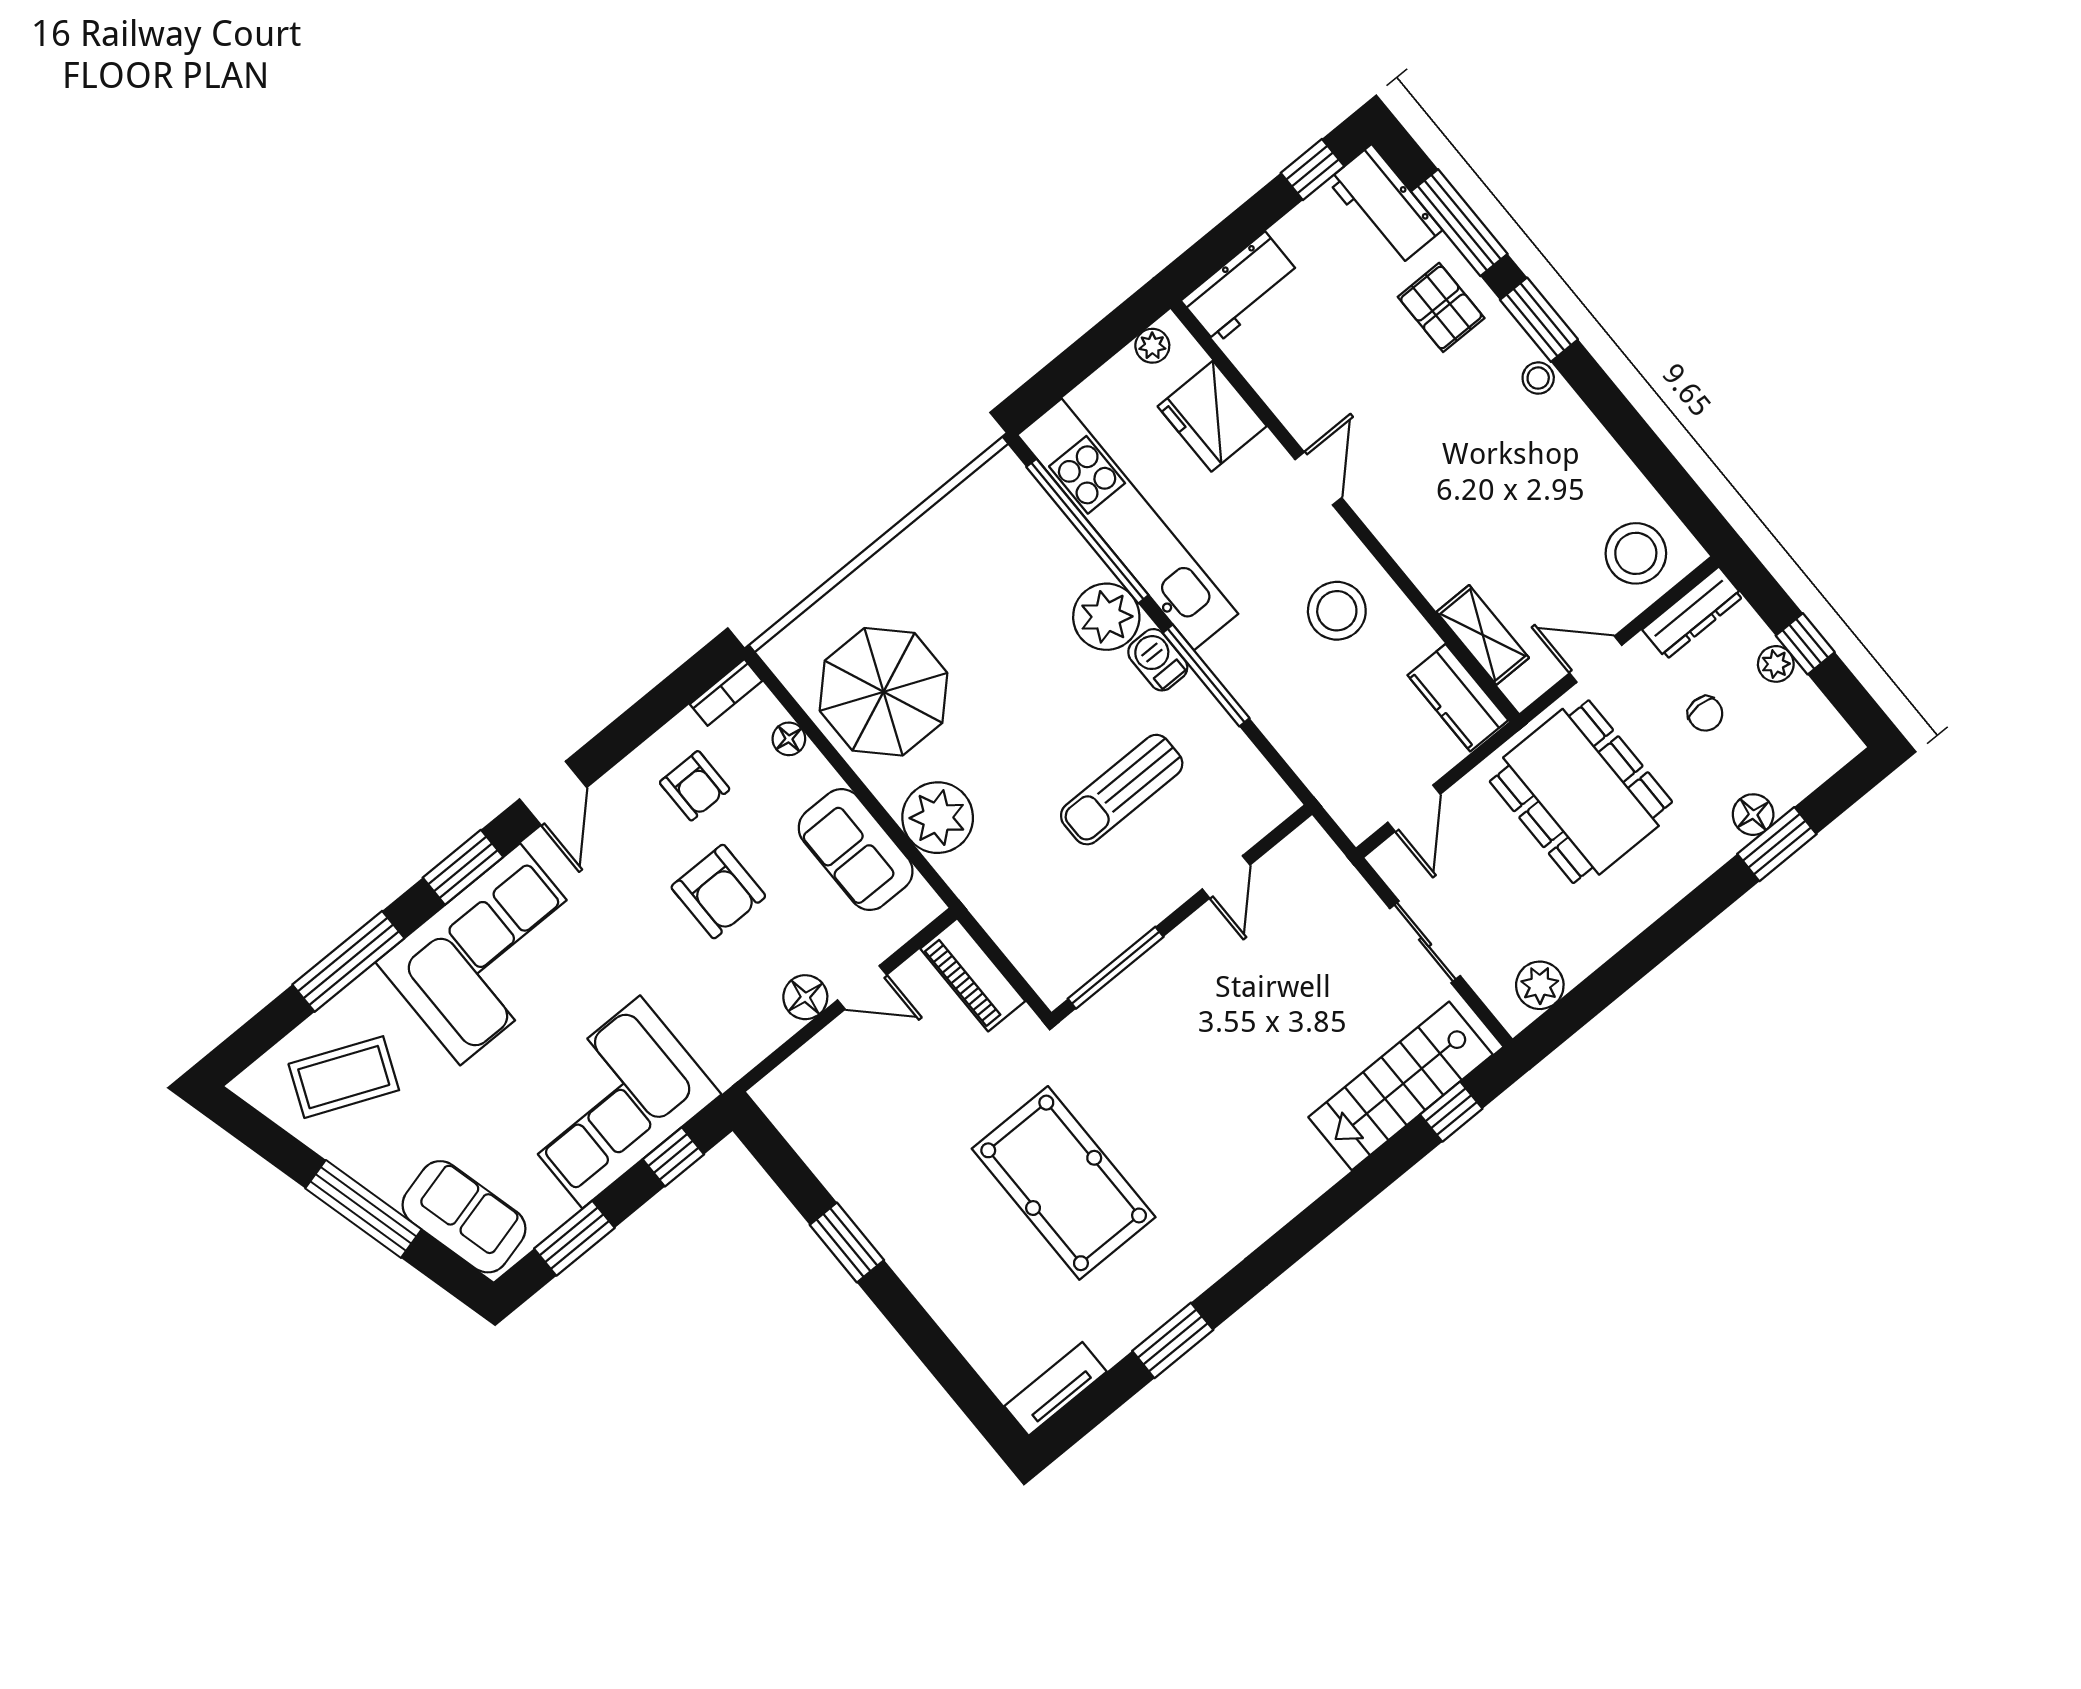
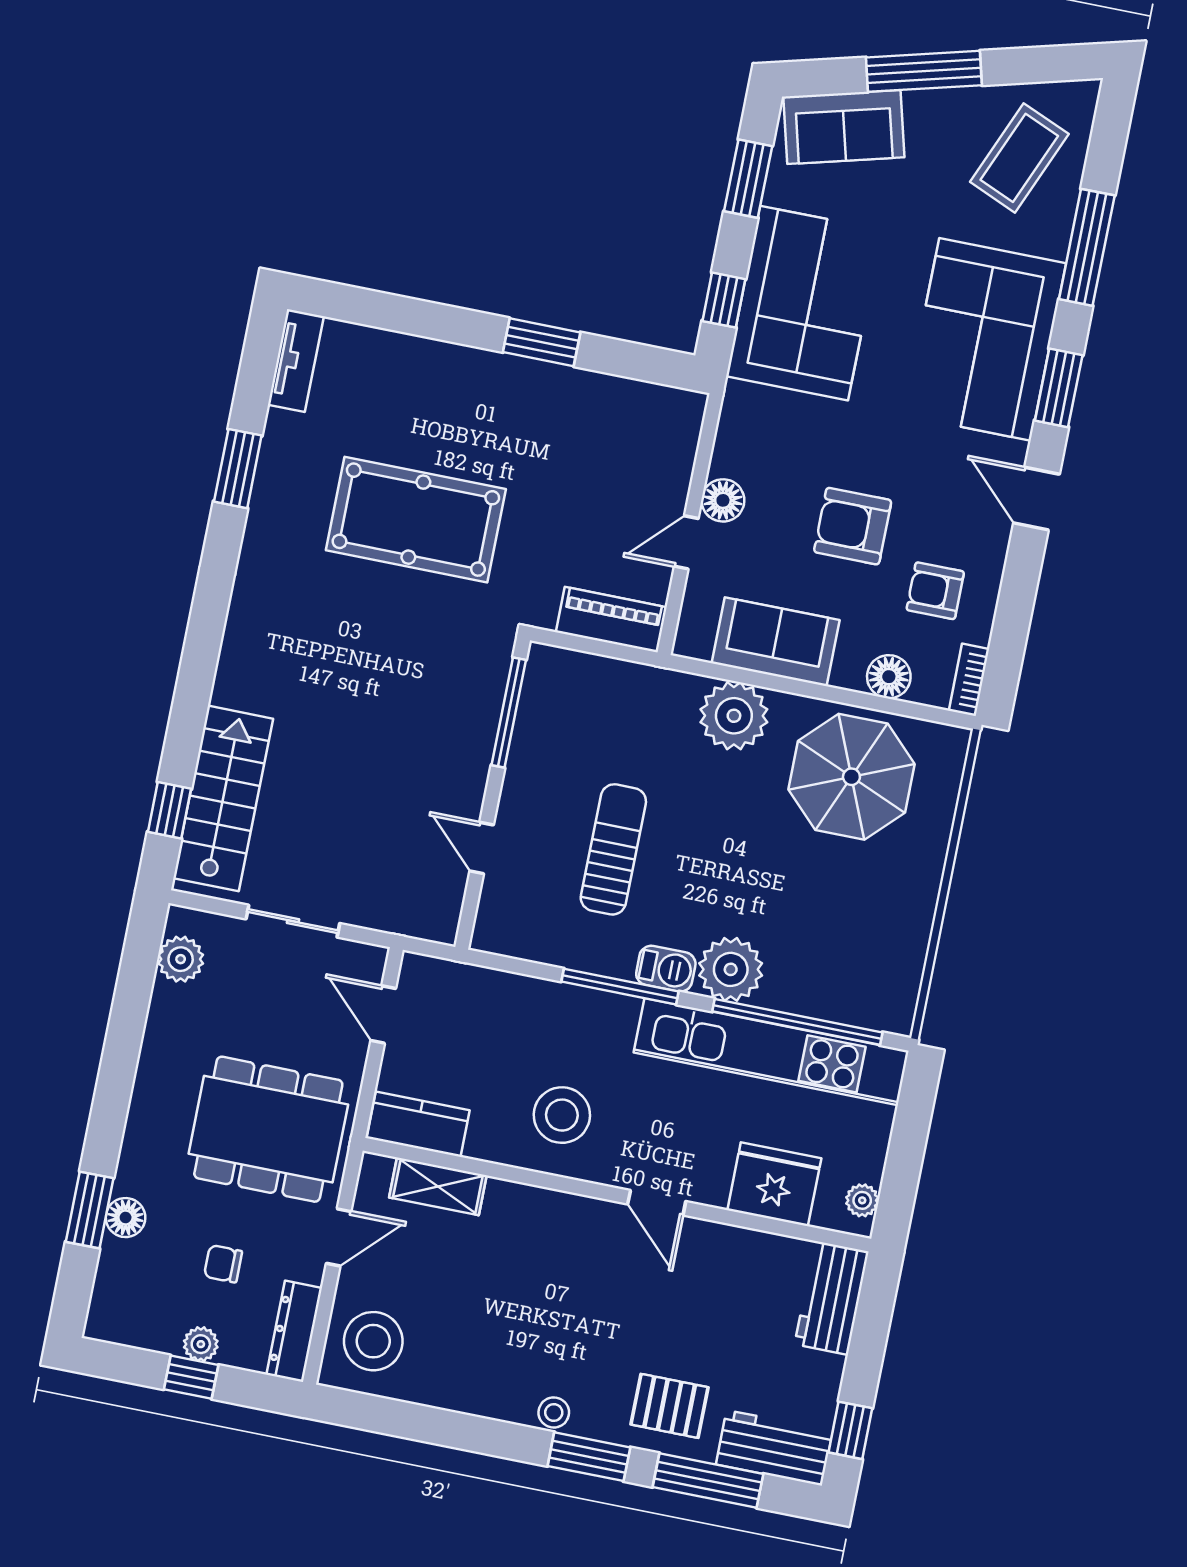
floor lamp: (789, 739) -> (889, 677), width x1.37, depth x1.37

